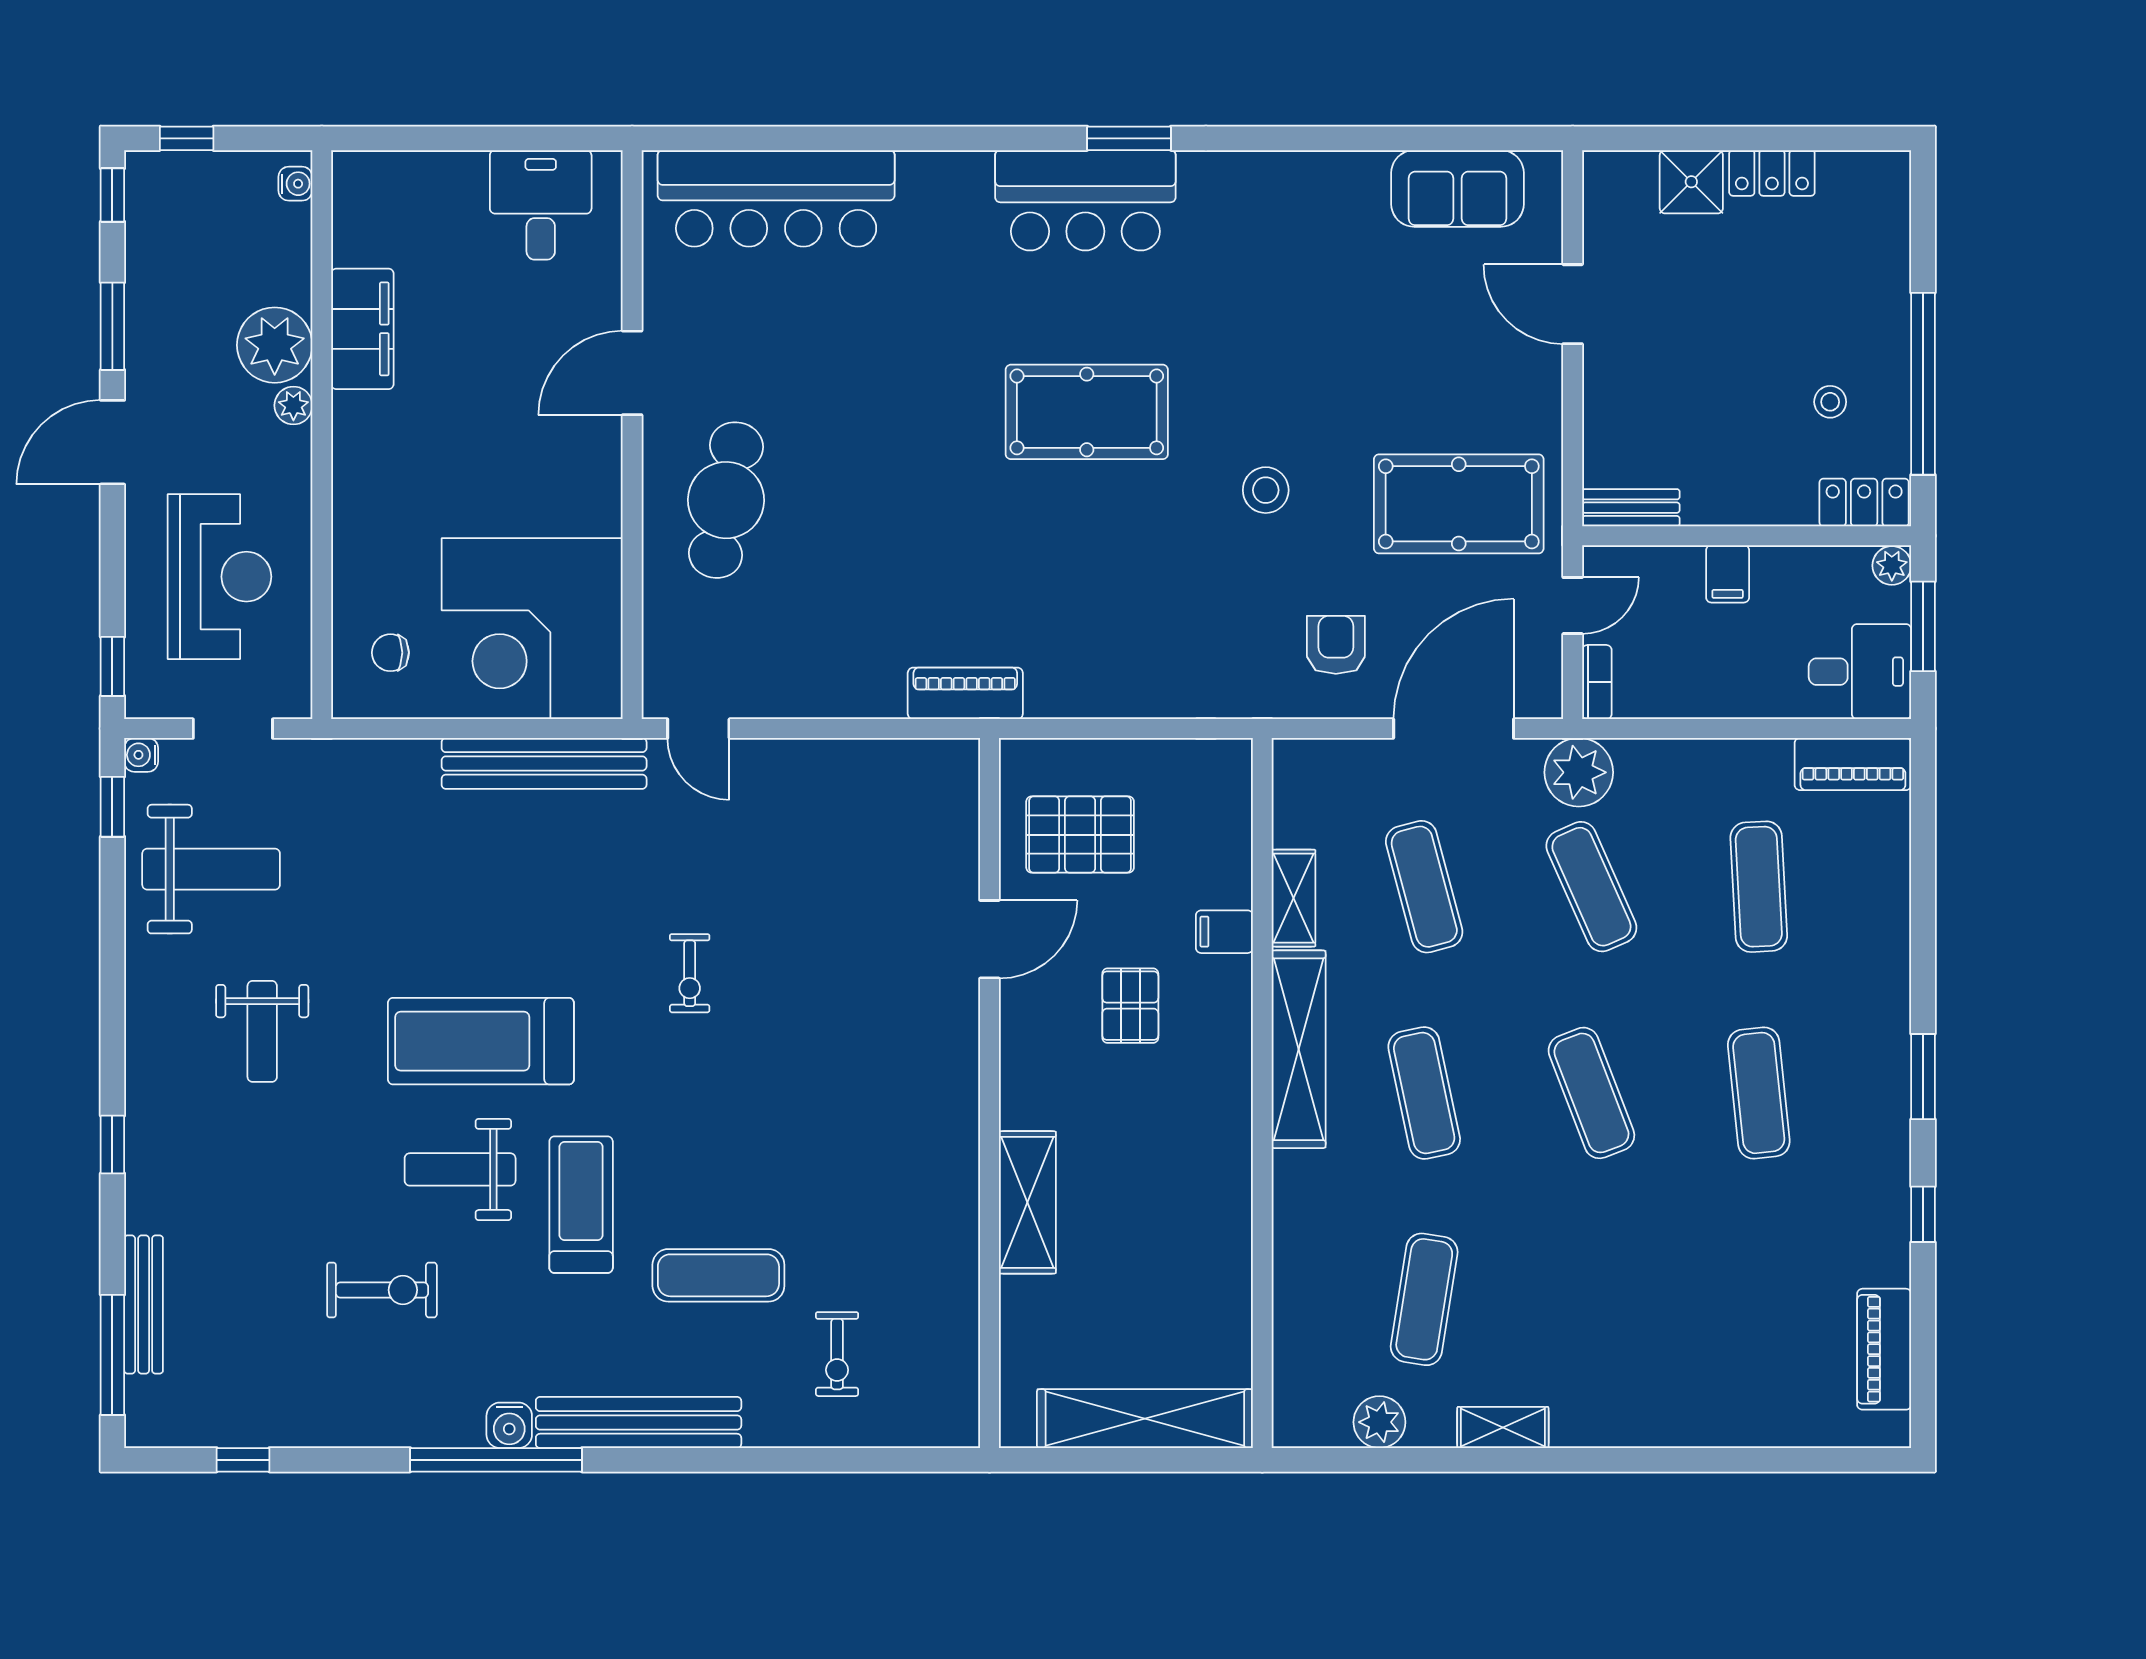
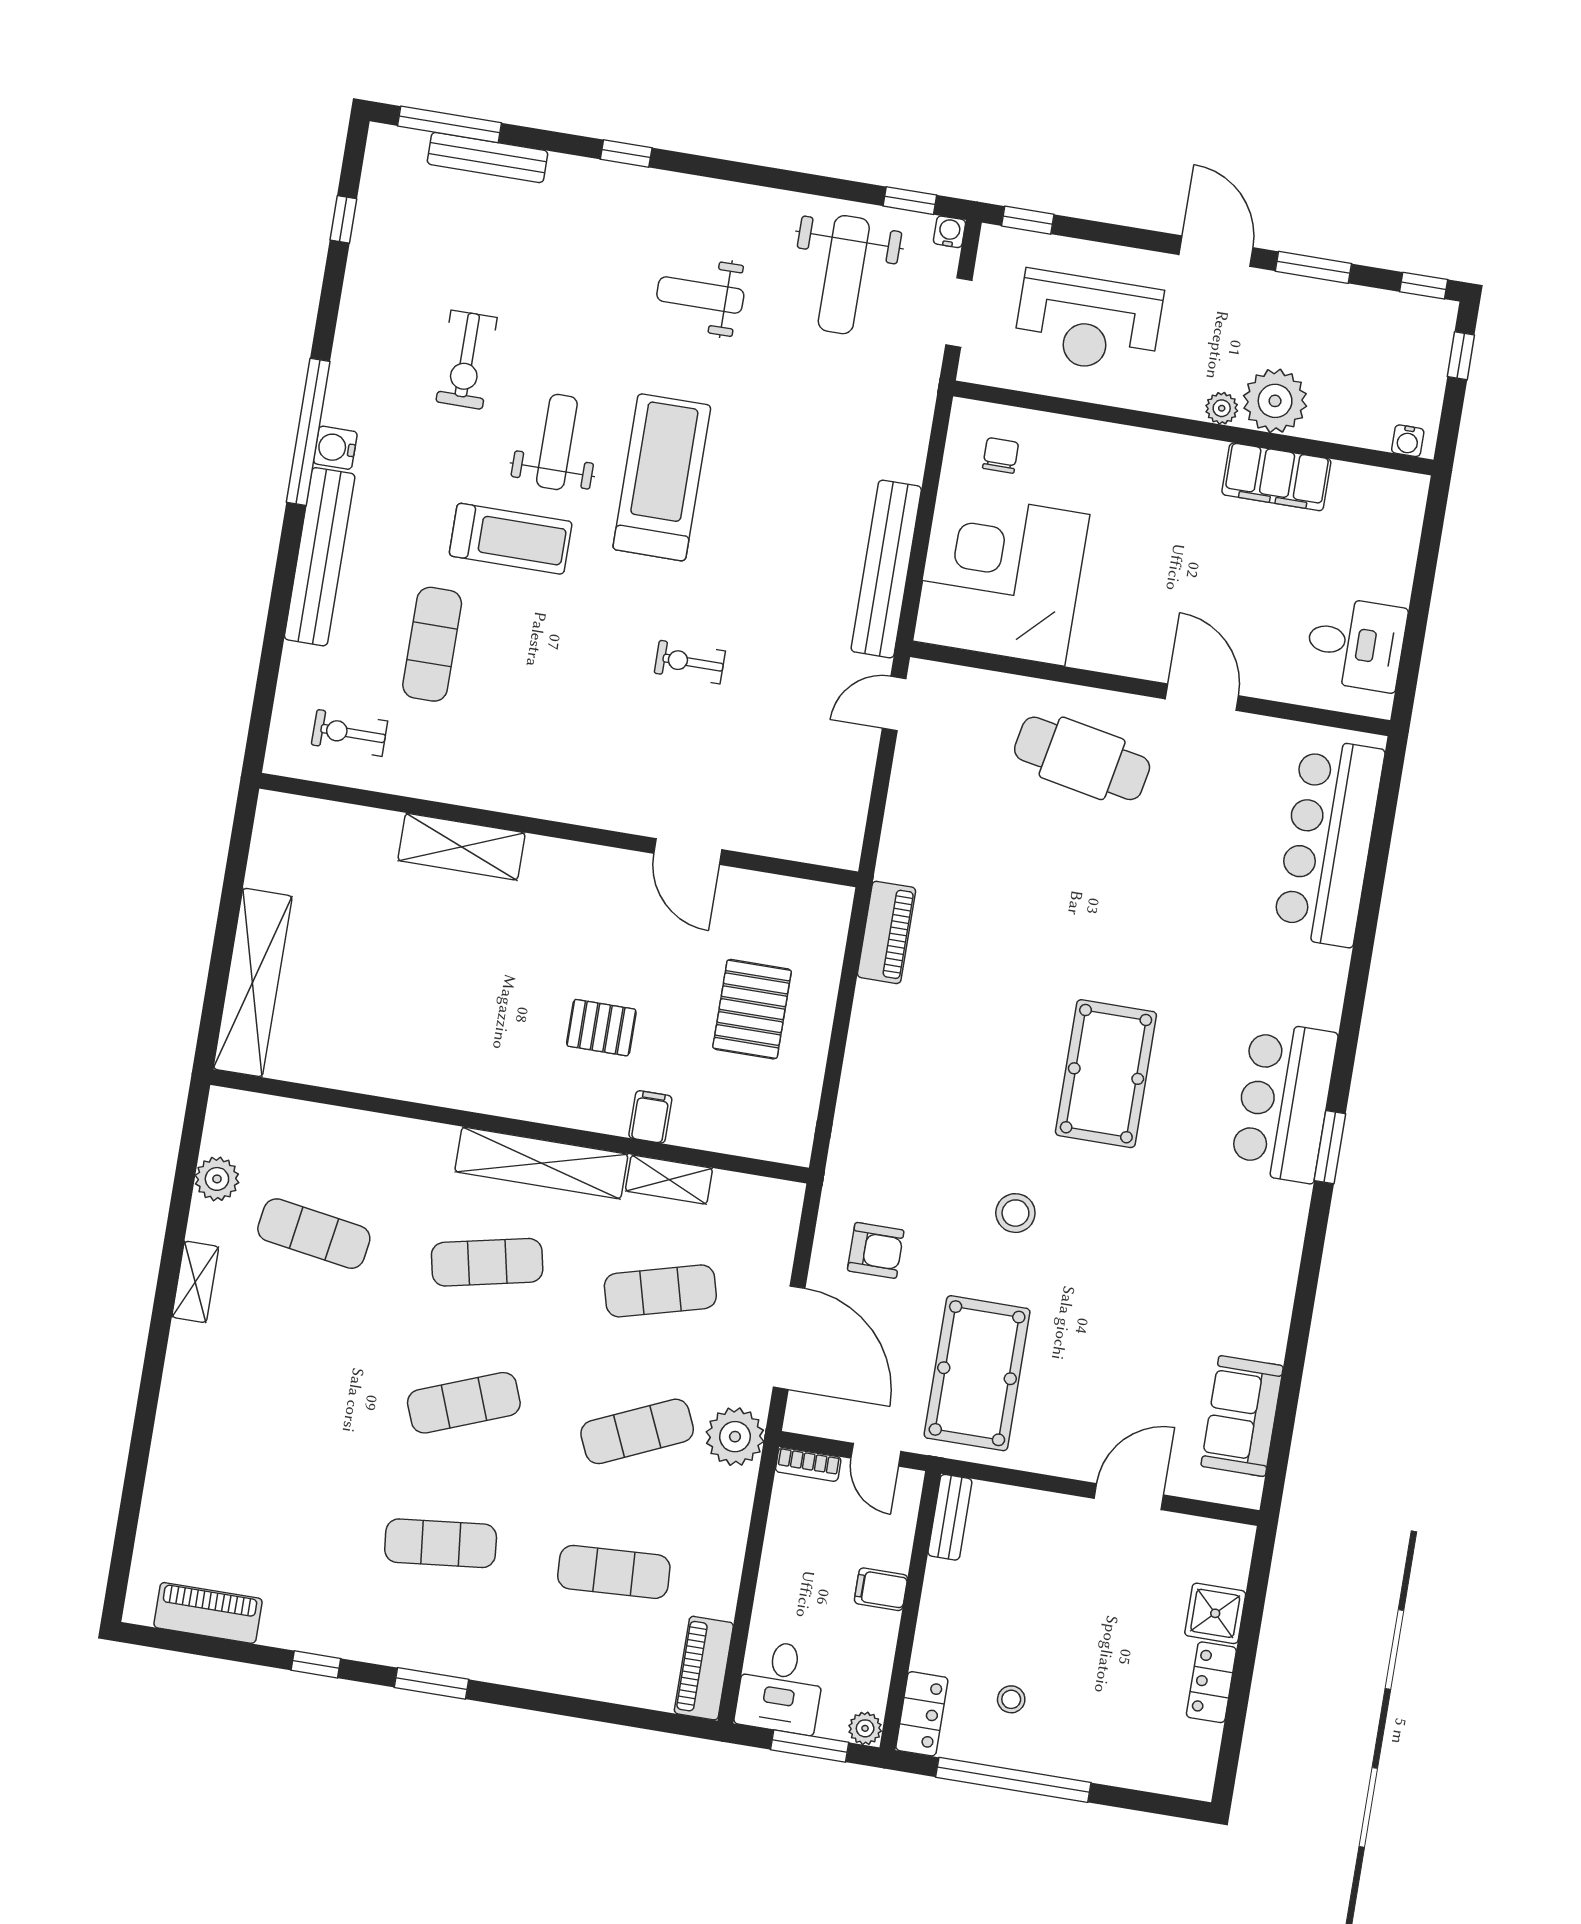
door: (990, 939) -> (688, 851), moved
wall: (990, 1093) -> (559, 830), moved
shelving: (1027, 1202) -> (461, 847), moved

